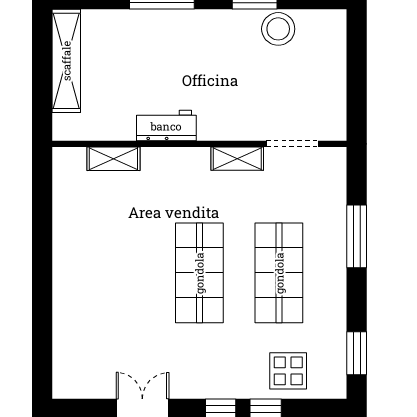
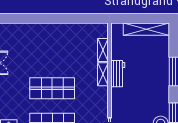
shelving: (237, 159) -> (103, 74), moved

